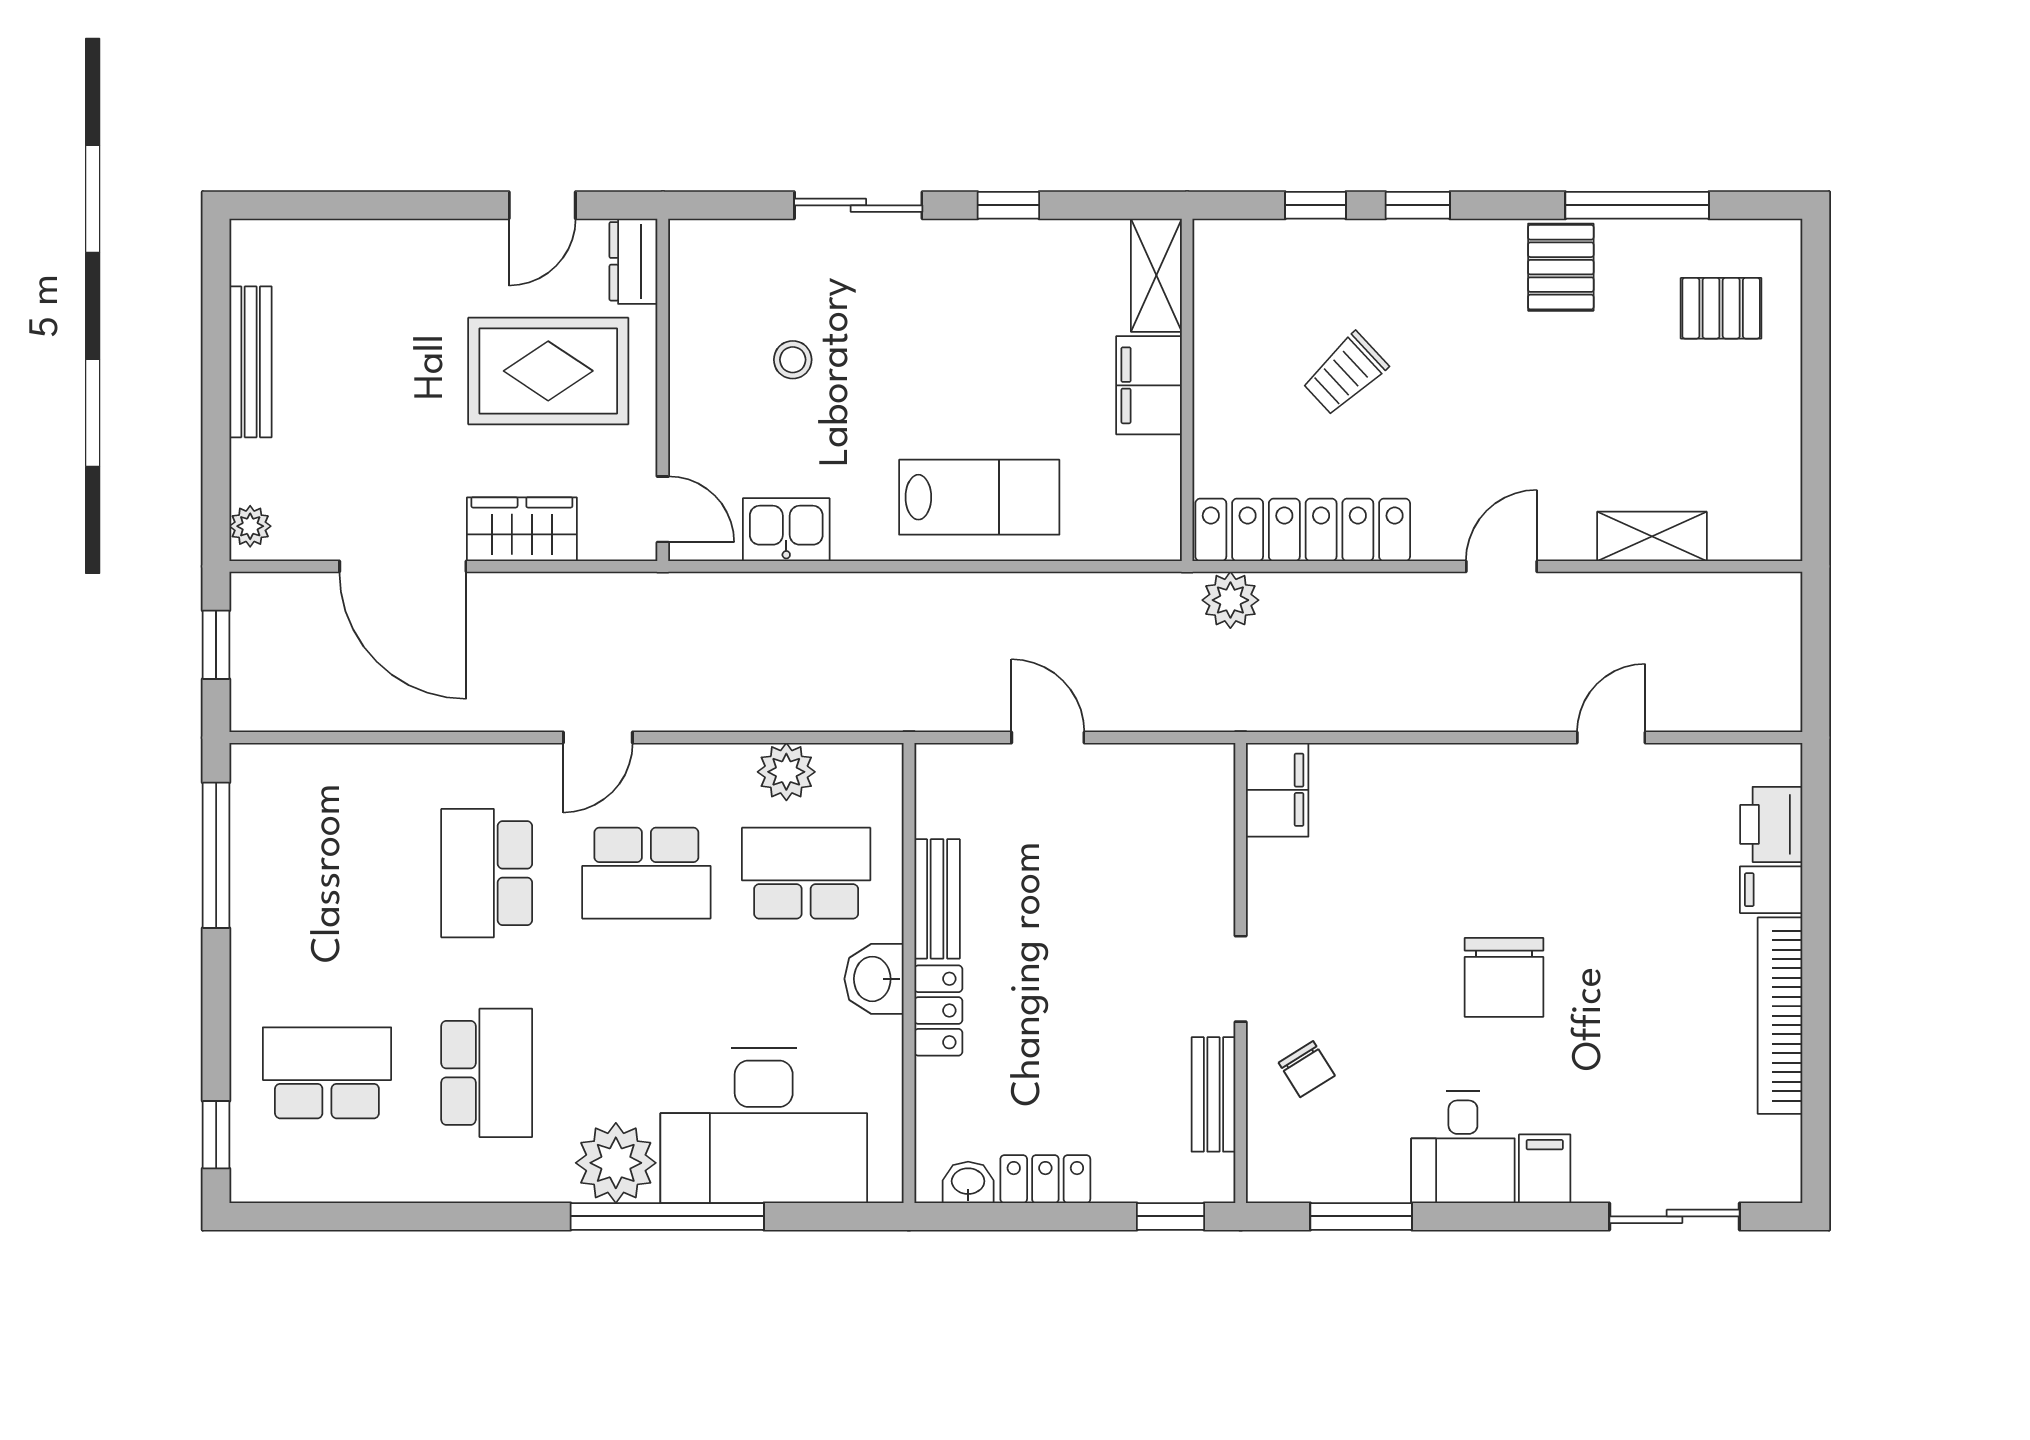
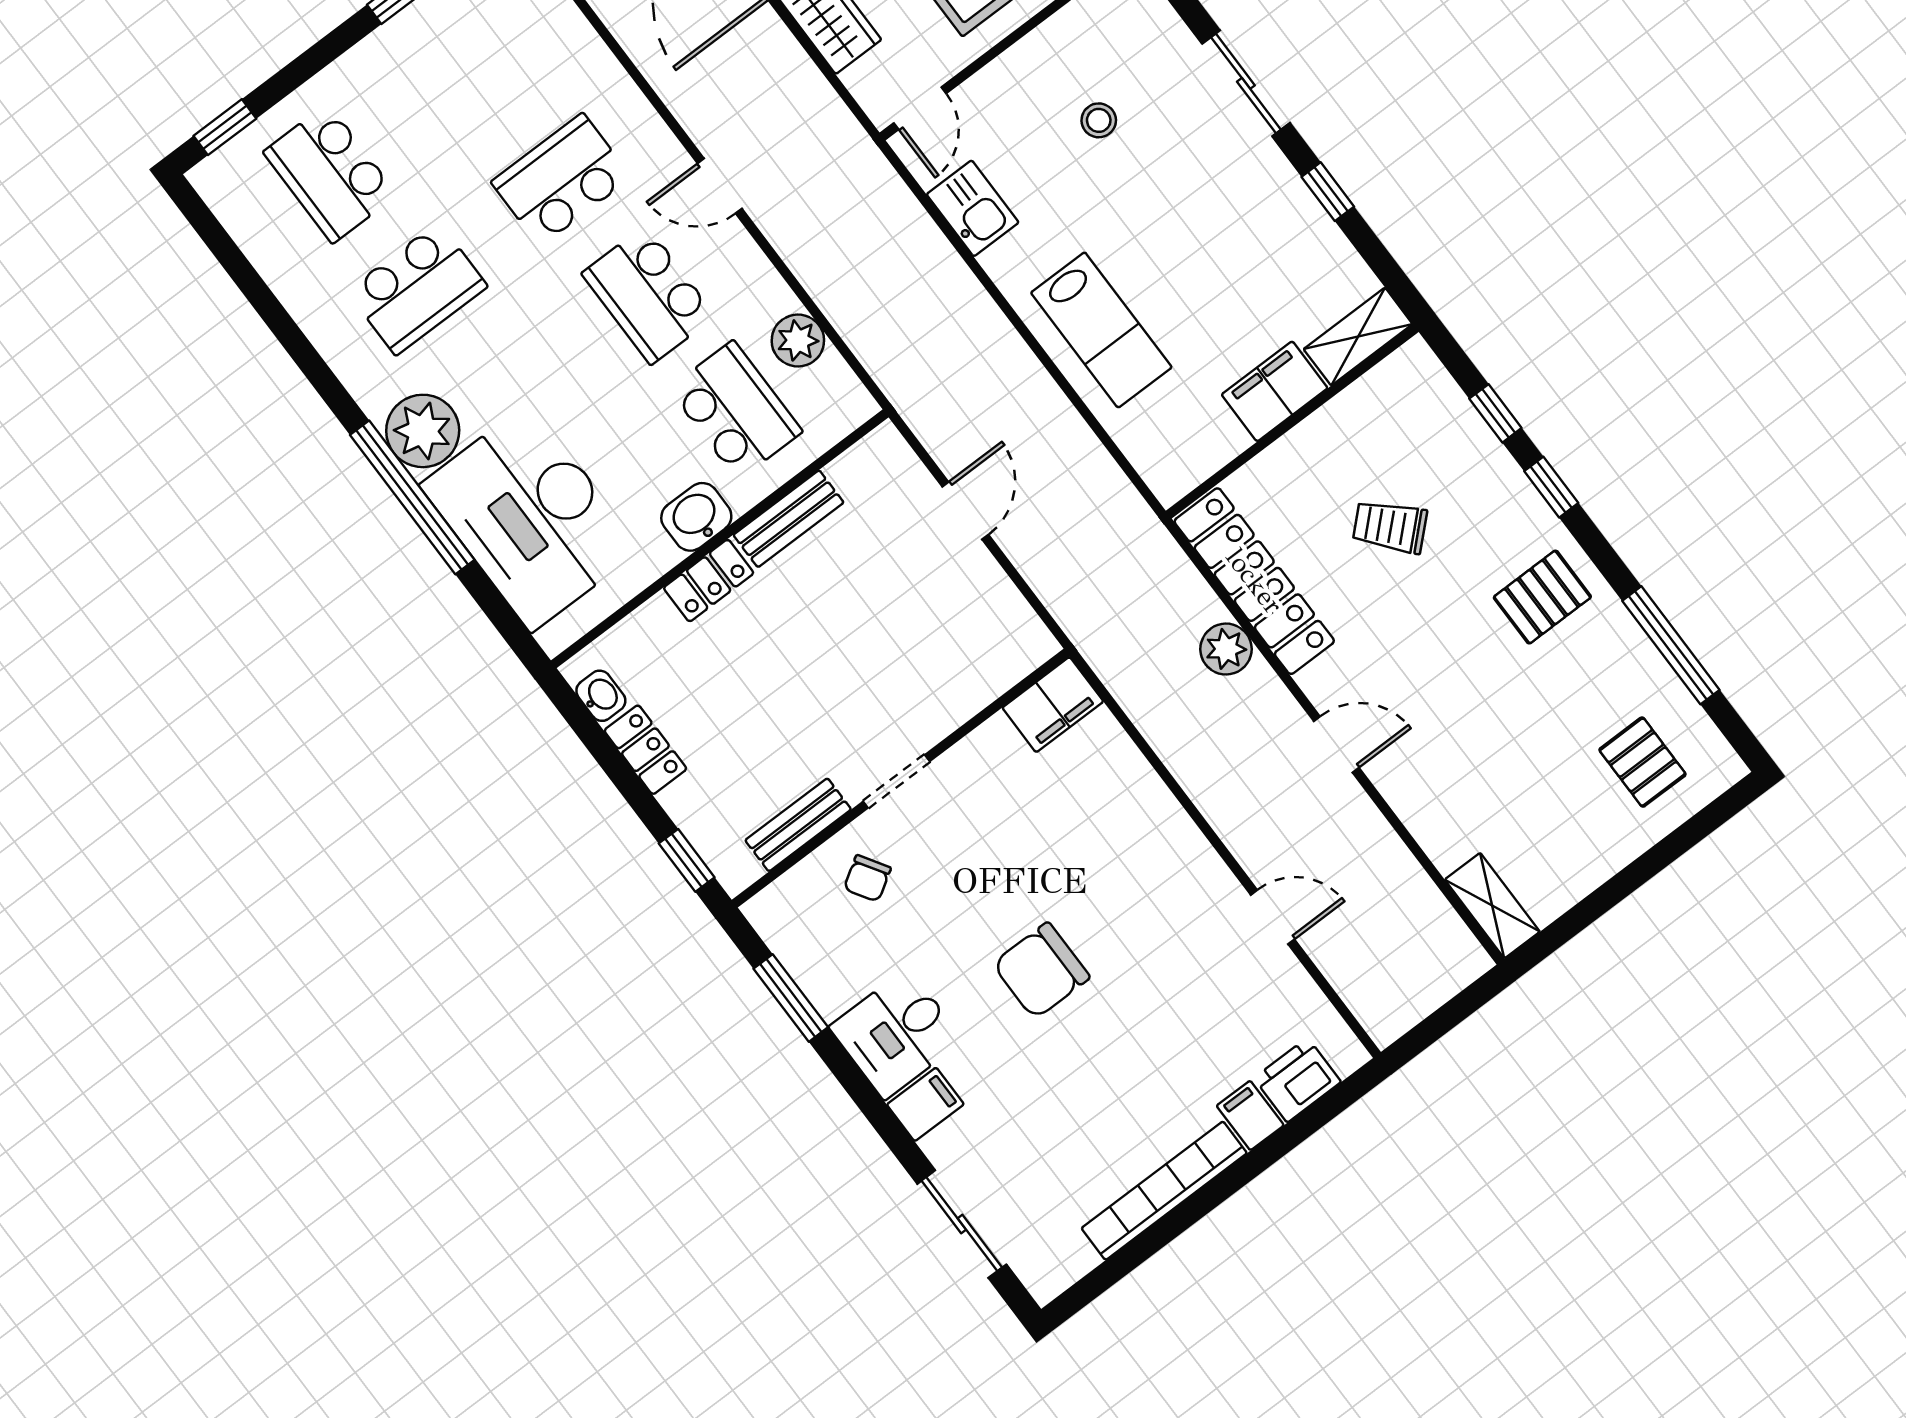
pallet: (1561, 267) -> (1542, 597), moved
shelving: (1652, 536) -> (1492, 906), moved
plant: (1230, 600) -> (1226, 649), moved
school desk: (327, 1073) -> (330, 173), turned 180

